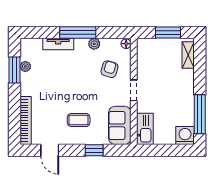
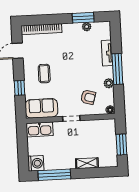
shelving: (188, 55) -> (87, 163), moved

